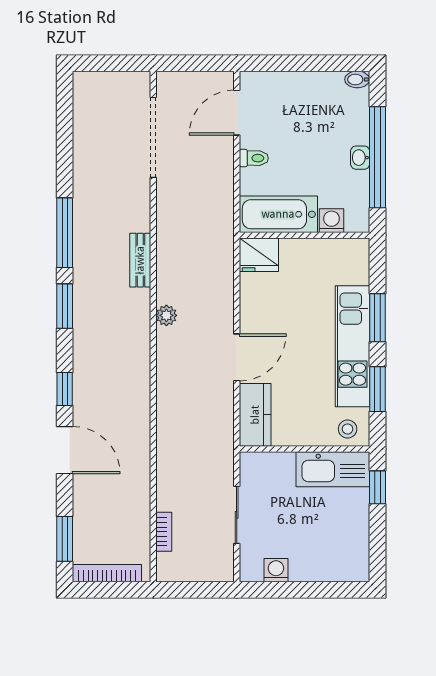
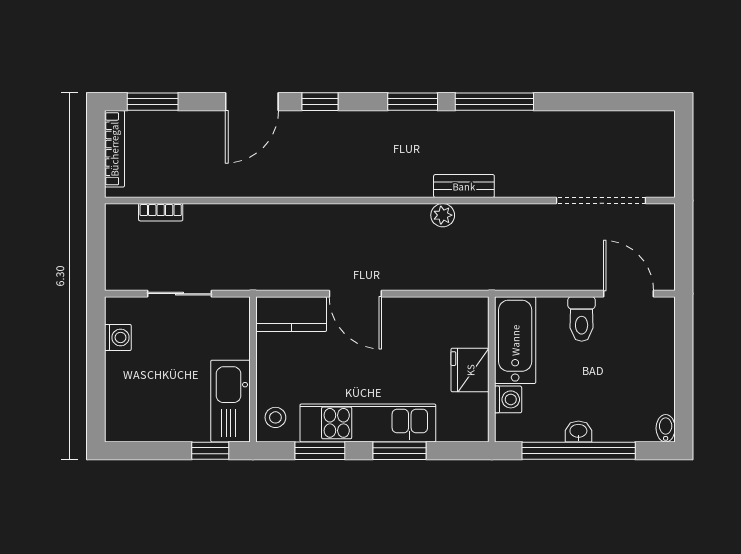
toilet: (254, 158) -> (582, 319), width x1.37, depth x1.39
fridge: (259, 255) -> (470, 370), moved
plant: (166, 315) -> (443, 215), moved

